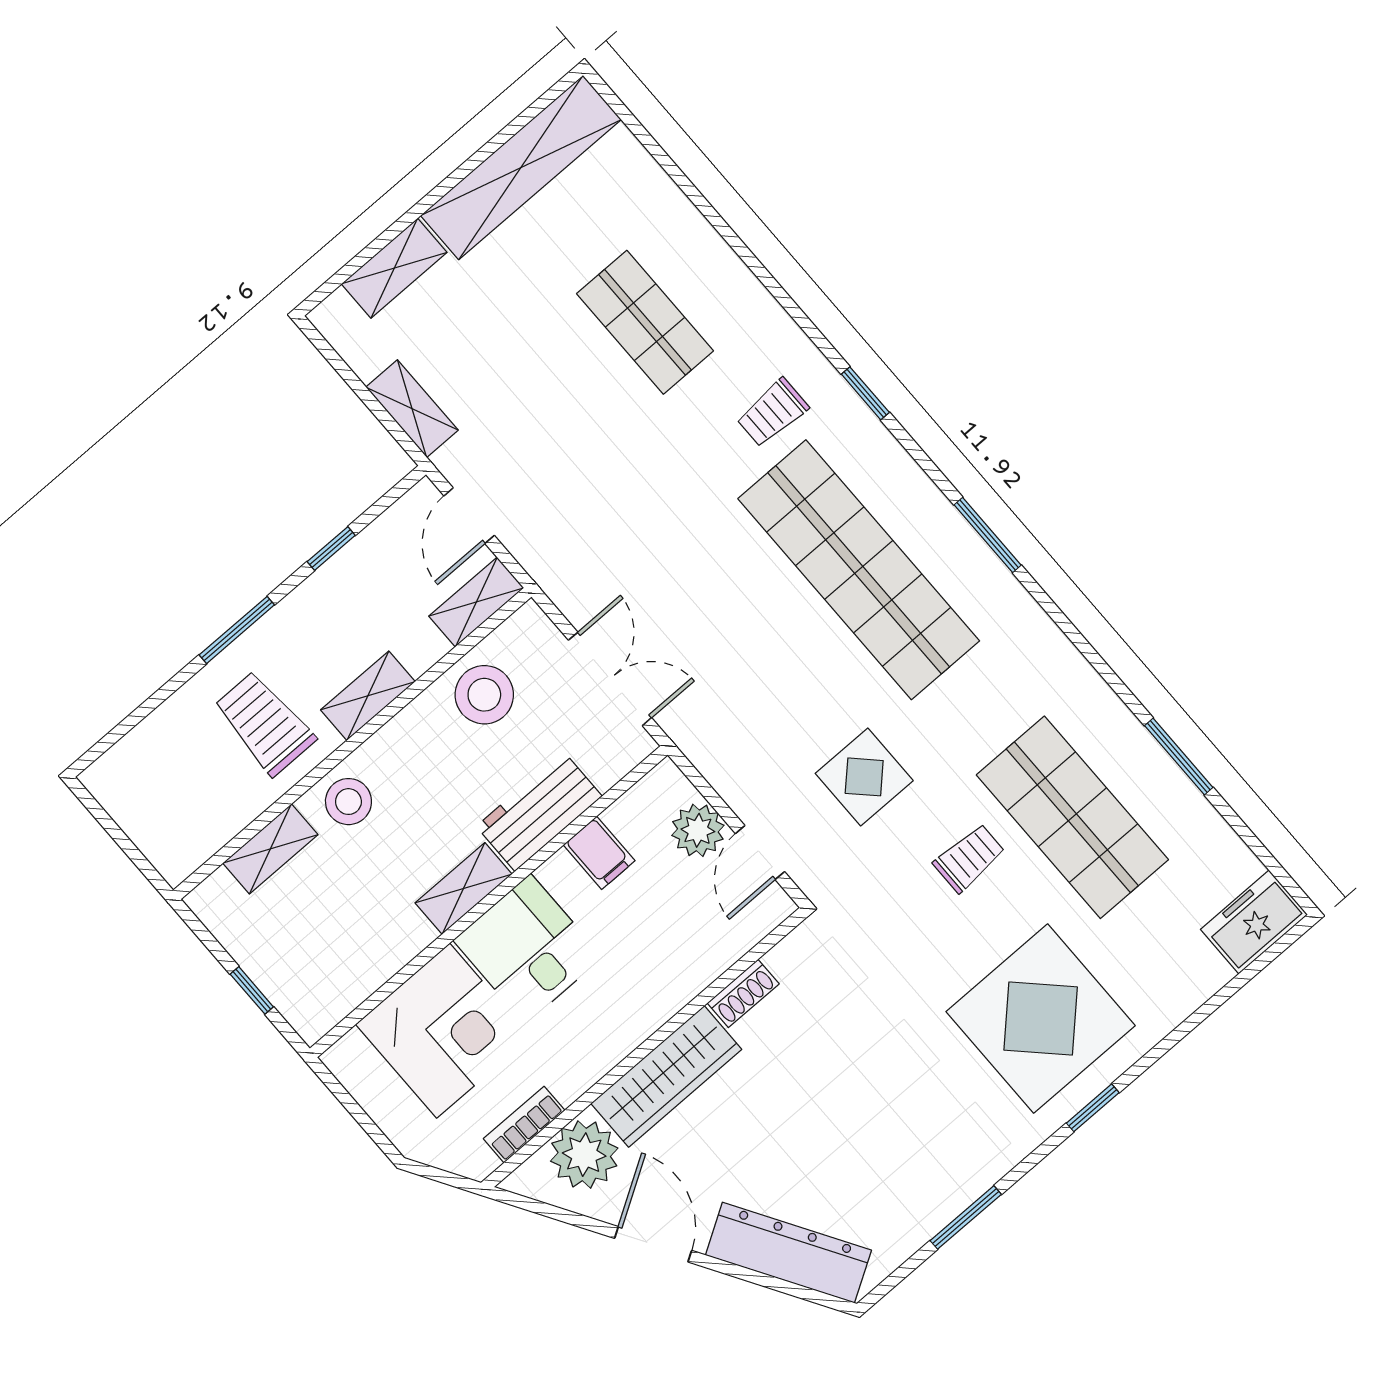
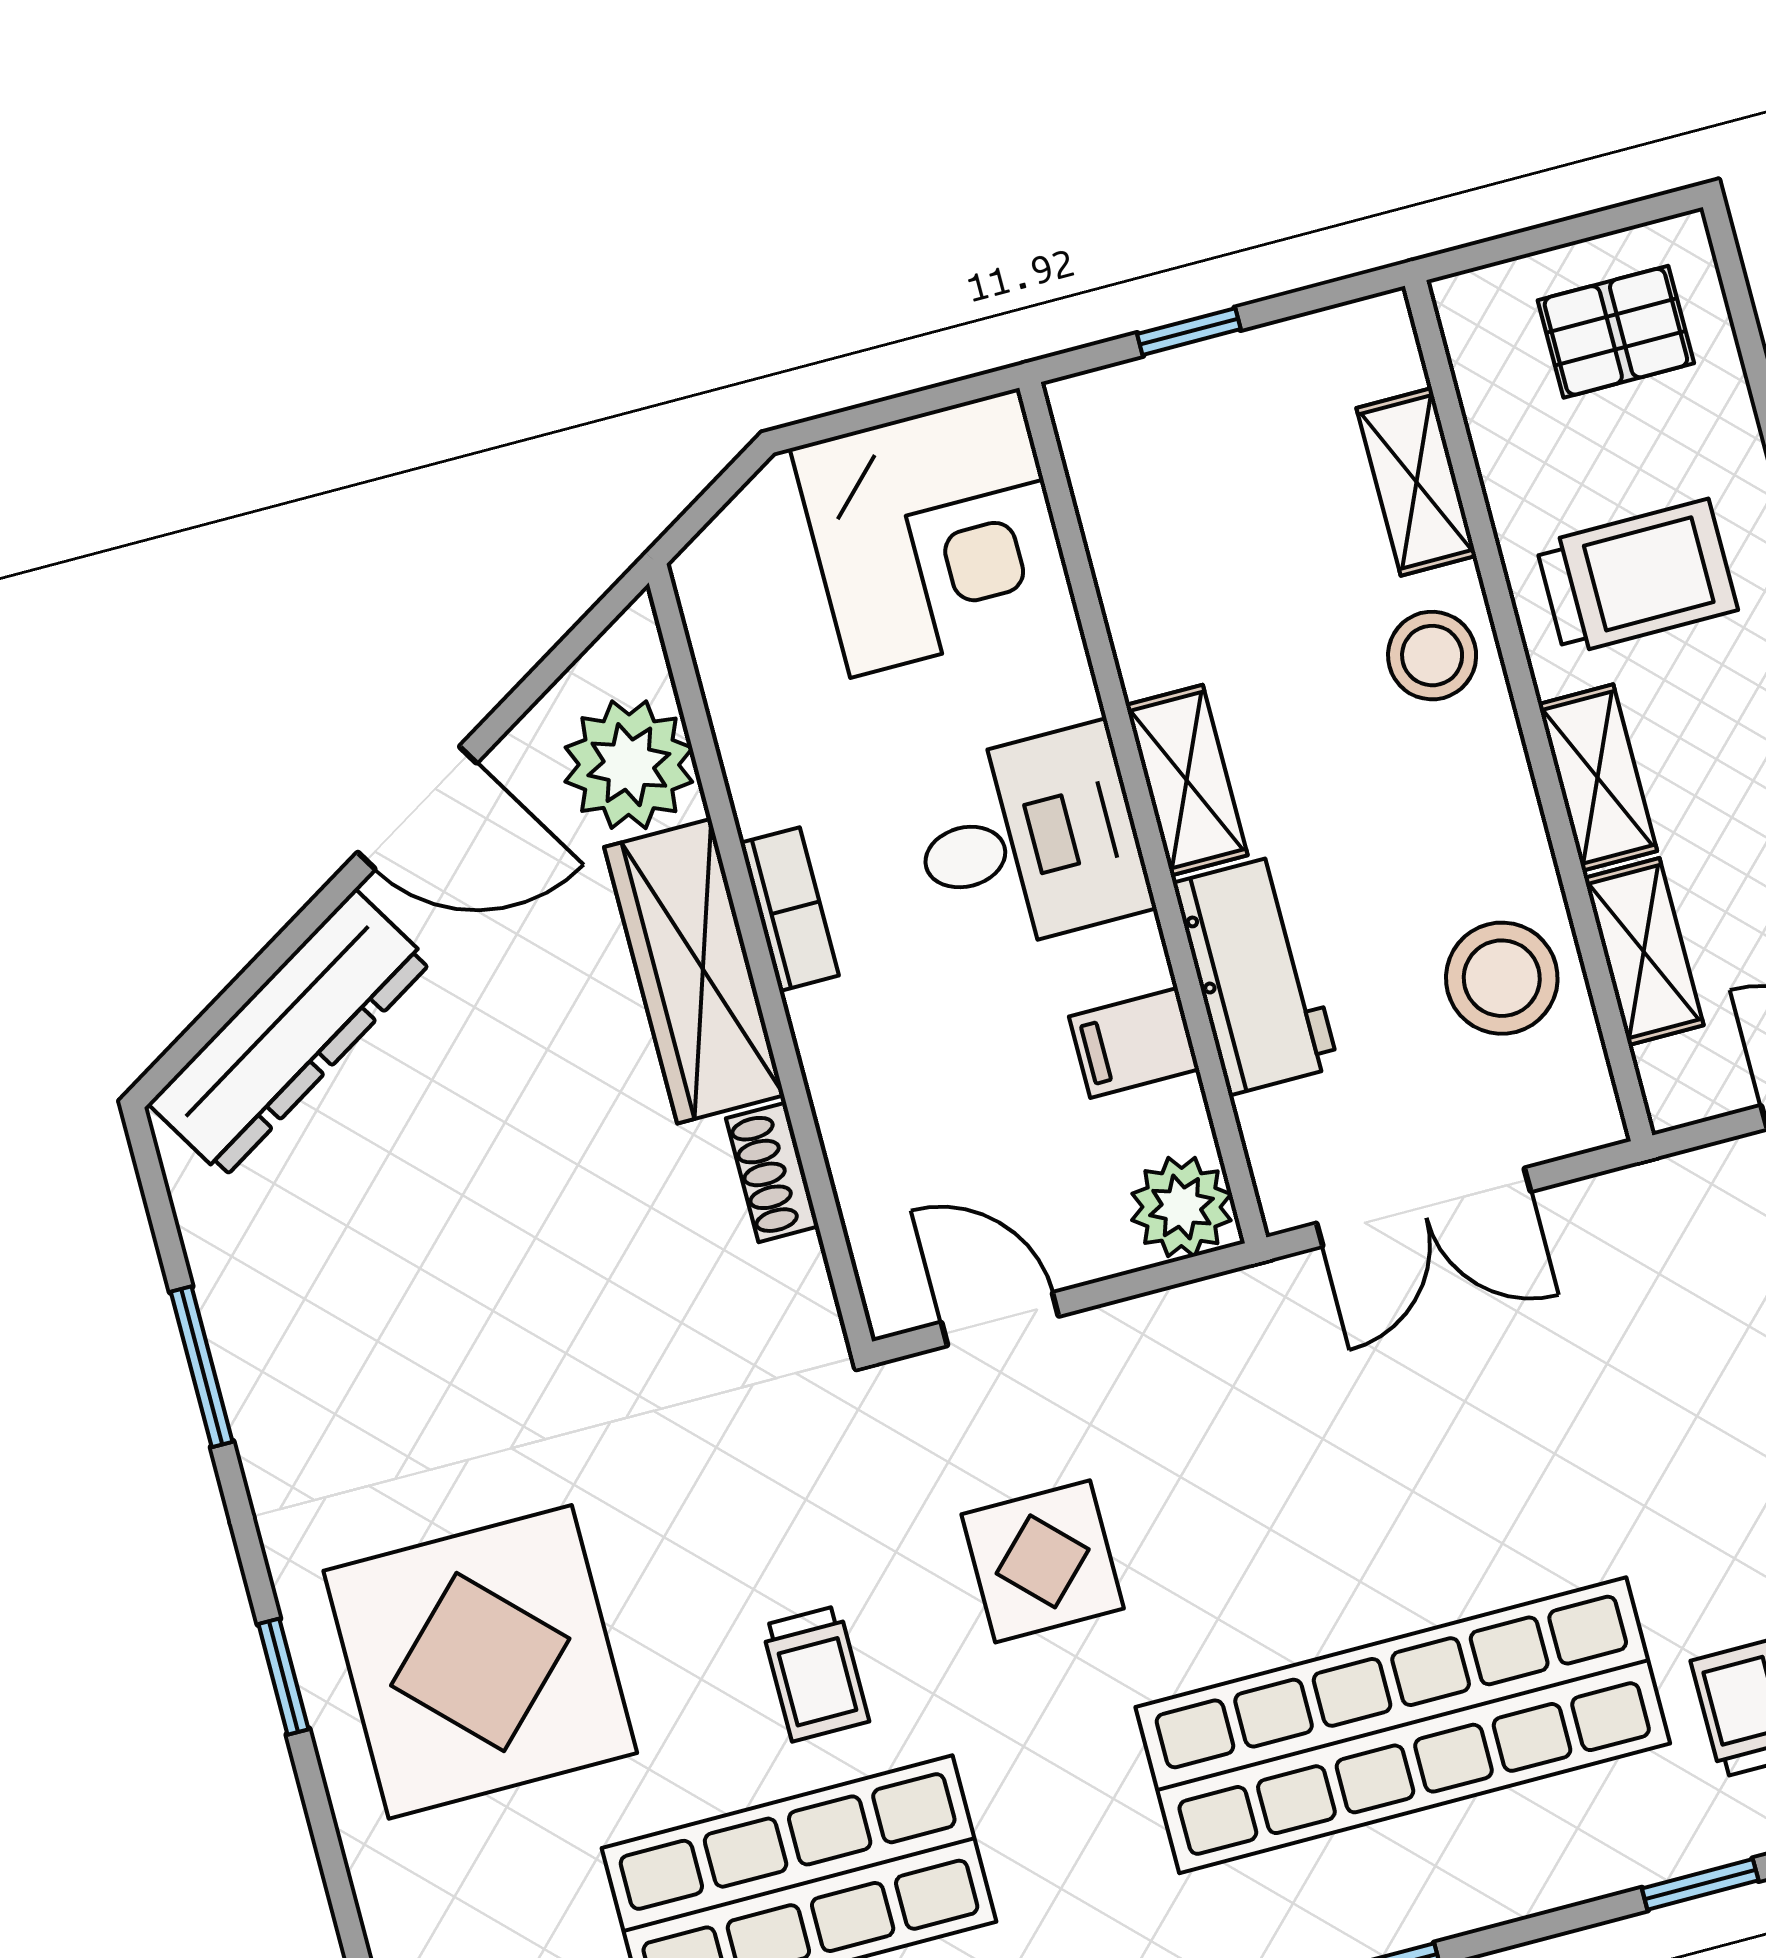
shelving: (476, 602) -> (1644, 952), moved
pallet: (154, 789) -> (1616, 332), added
plant: (698, 830) -> (1181, 1207), moved
corner desk: (443, 1031) -> (935, 533), moved, turned -90
bookcase: (524, 1125) -> (789, 909), moved

